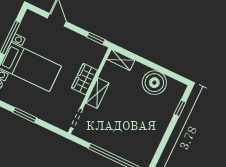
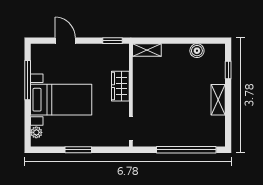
boiler: (154, 83) -> (197, 51), width x0.54, depth x0.54
shelving: (97, 93) -> (218, 100), moved

